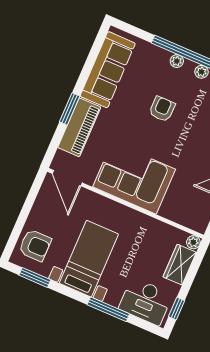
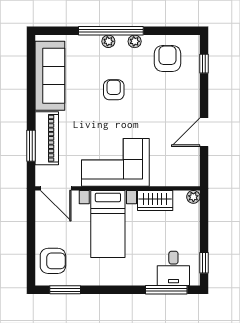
window: (70, 109) -> (31, 146), moved
bed with nightstands: (89, 259) -> (108, 224), moved, turned 180
wardrobe: (180, 265) -> (155, 200), moved, turned -90
desk: (146, 301) -> (173, 268), width x0.73
window: (108, 309) -> (166, 290), moved

